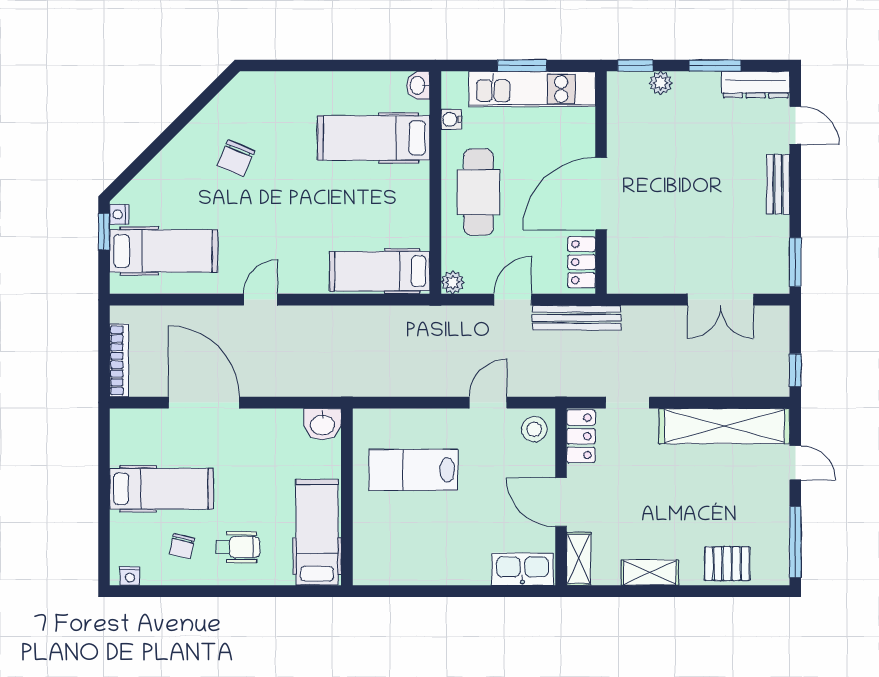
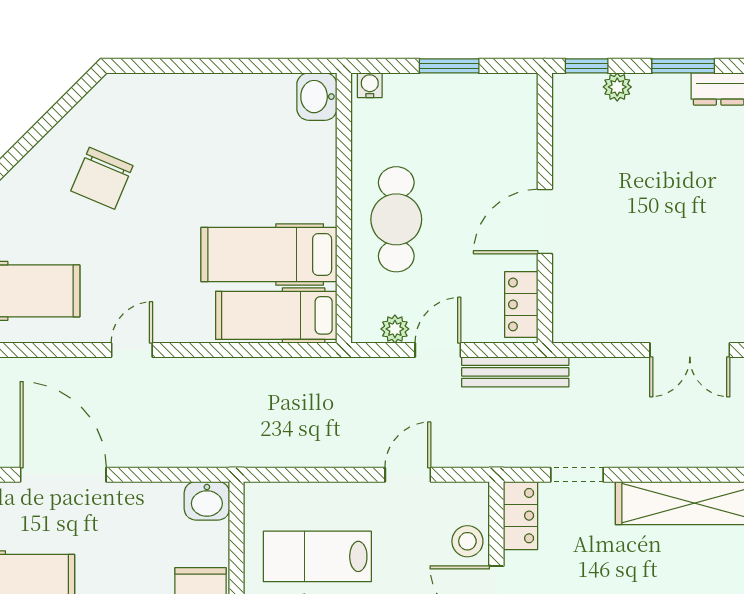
washbasin: (418, 85) -> (317, 97), width x1.38, depth x1.45
kitchen unit: (532, 89) -> (461, 94), removed
water cooler: (451, 119) -> (370, 85), moved, turned 90
hospital bed: (374, 138) -> (269, 254), moved
chair: (236, 158) -> (102, 178), width x1.37, depth x1.37
door: (601, 194) -> (545, 222), width x0.73
plant: (453, 282) -> (395, 329), moved
stool: (534, 429) -> (467, 541), moved

